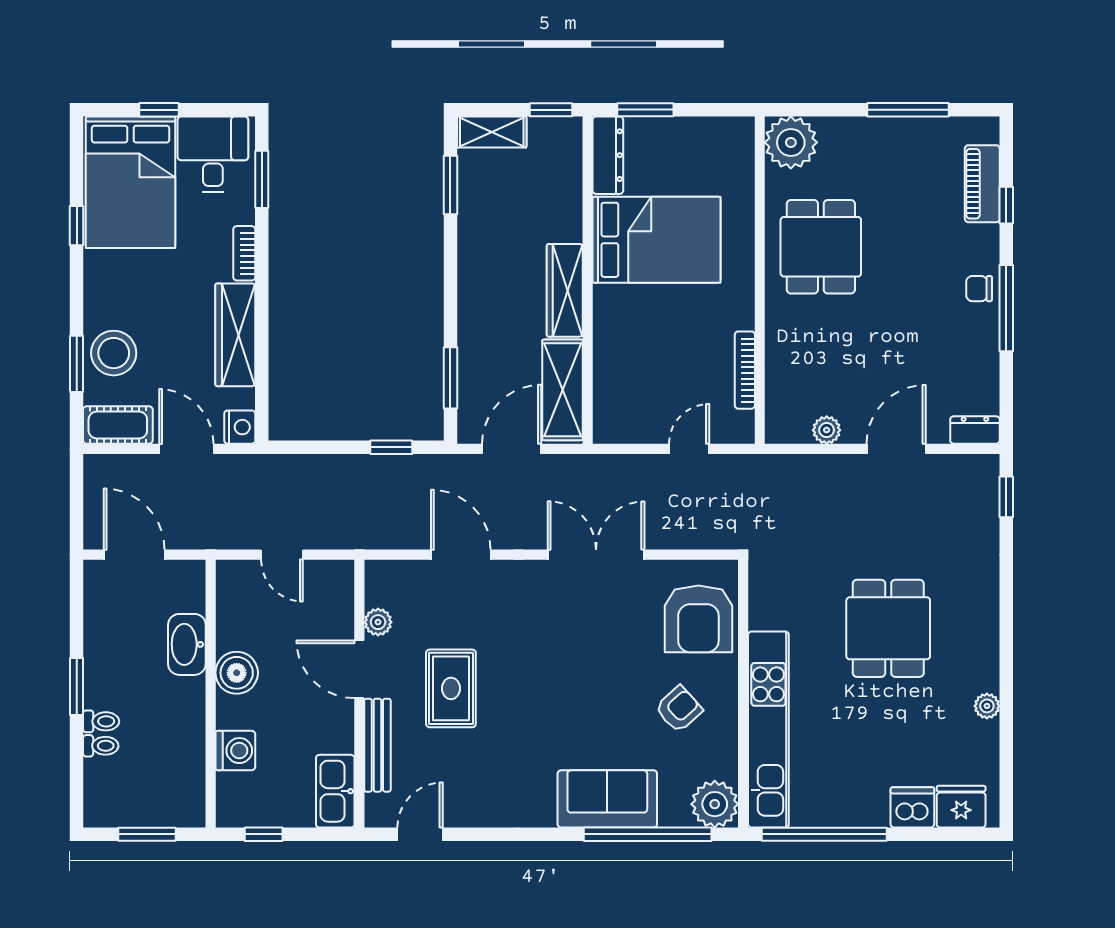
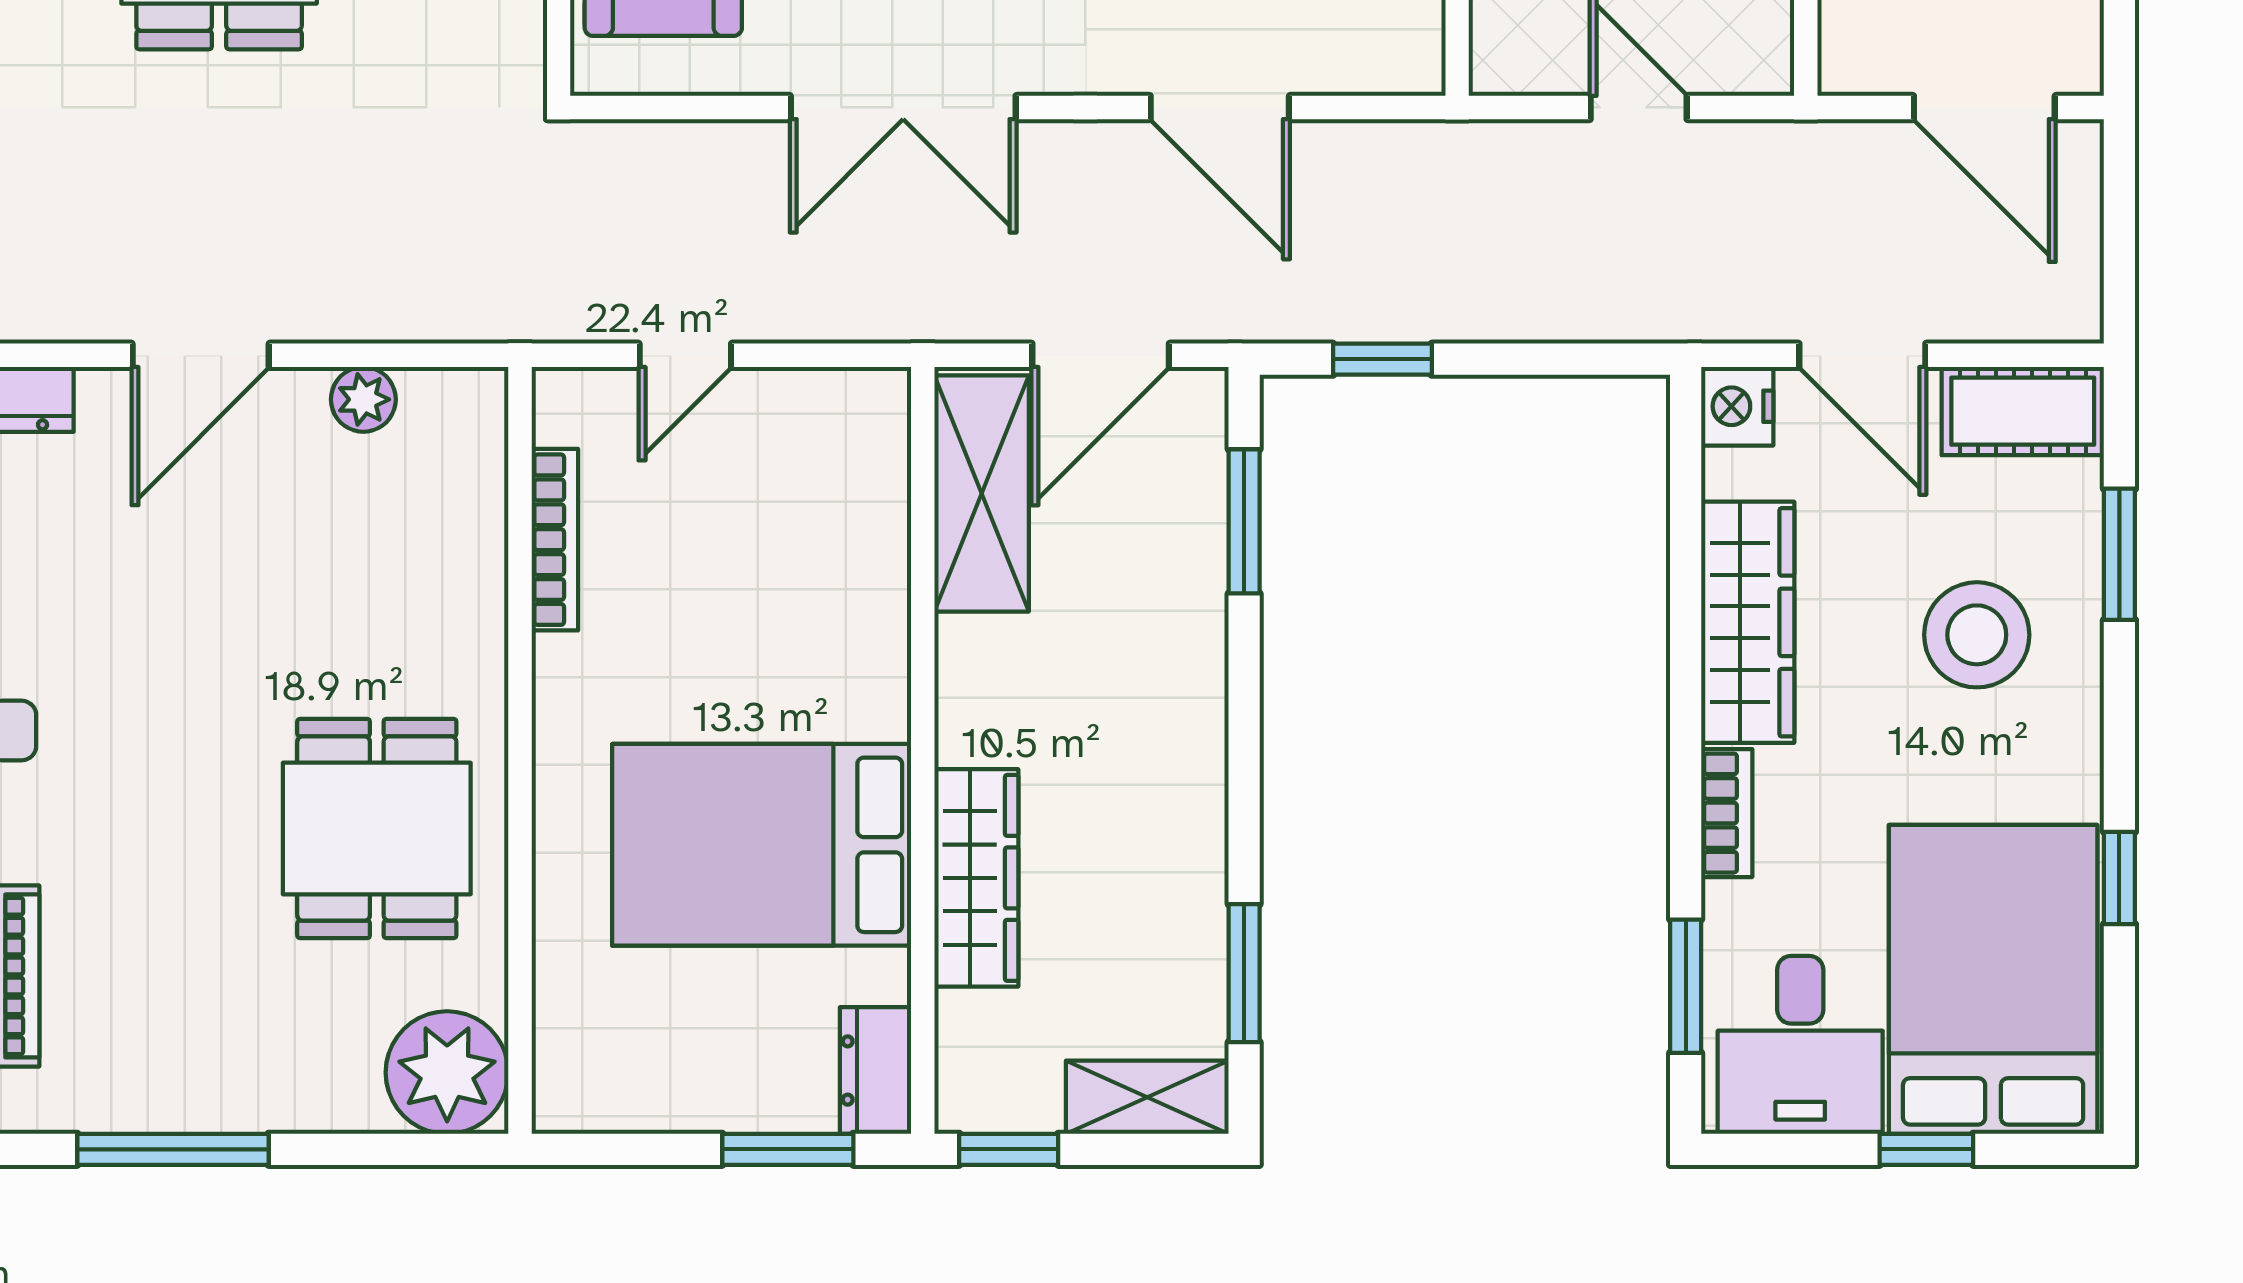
dresser: (608, 155) -> (875, 1071), width x0.70
wardrobe: (565, 290) -> (976, 878), moved
stool: (114, 353) -> (1977, 635), moved

